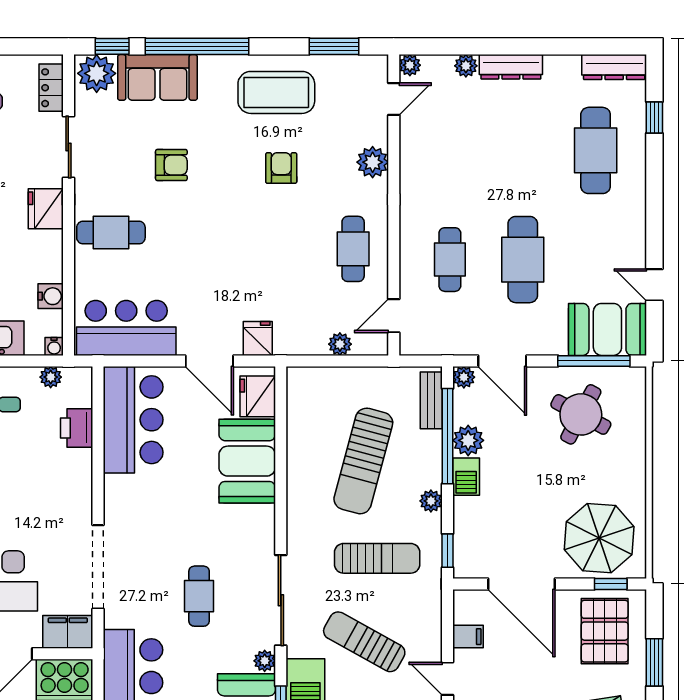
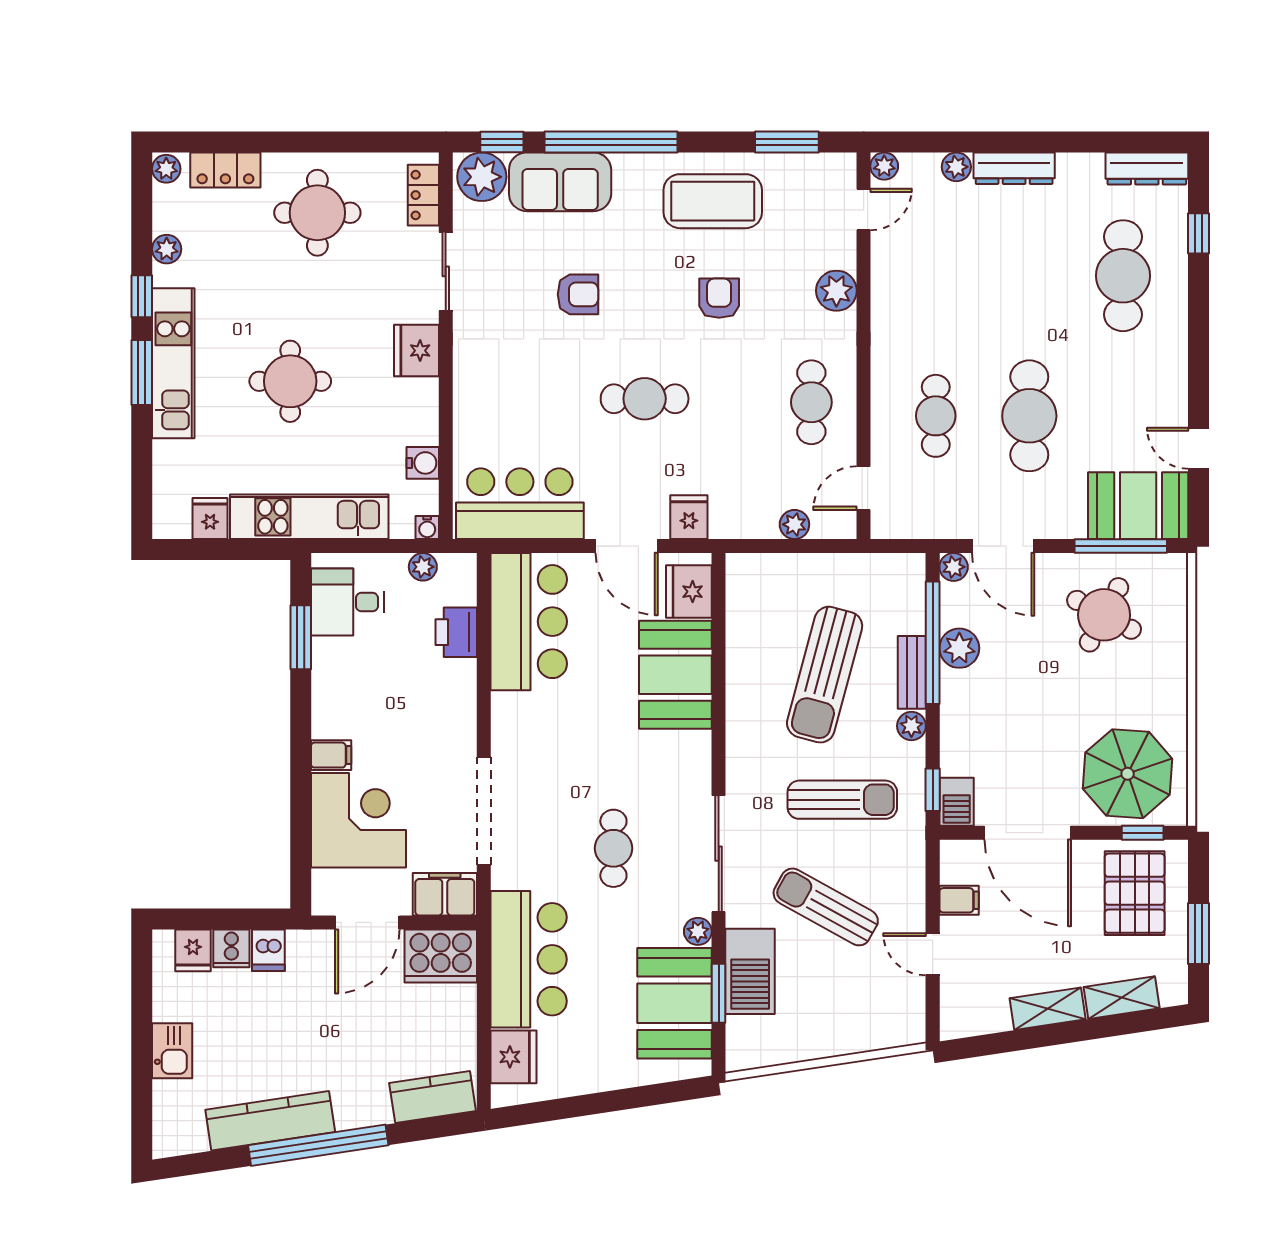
cafe table: (111, 233) -> (645, 399), moved
bench: (431, 400) -> (912, 672), moved
barbecue: (466, 477) -> (957, 802), moved

